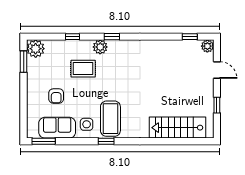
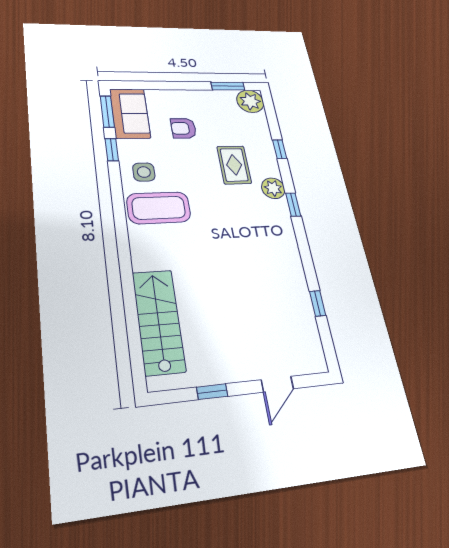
window: (190, 37) -> (318, 303), moved
plant: (207, 46) -> (316, 362), removed
sofa: (57, 128) -> (130, 113), moved
window: (106, 141) -> (112, 150), moved

